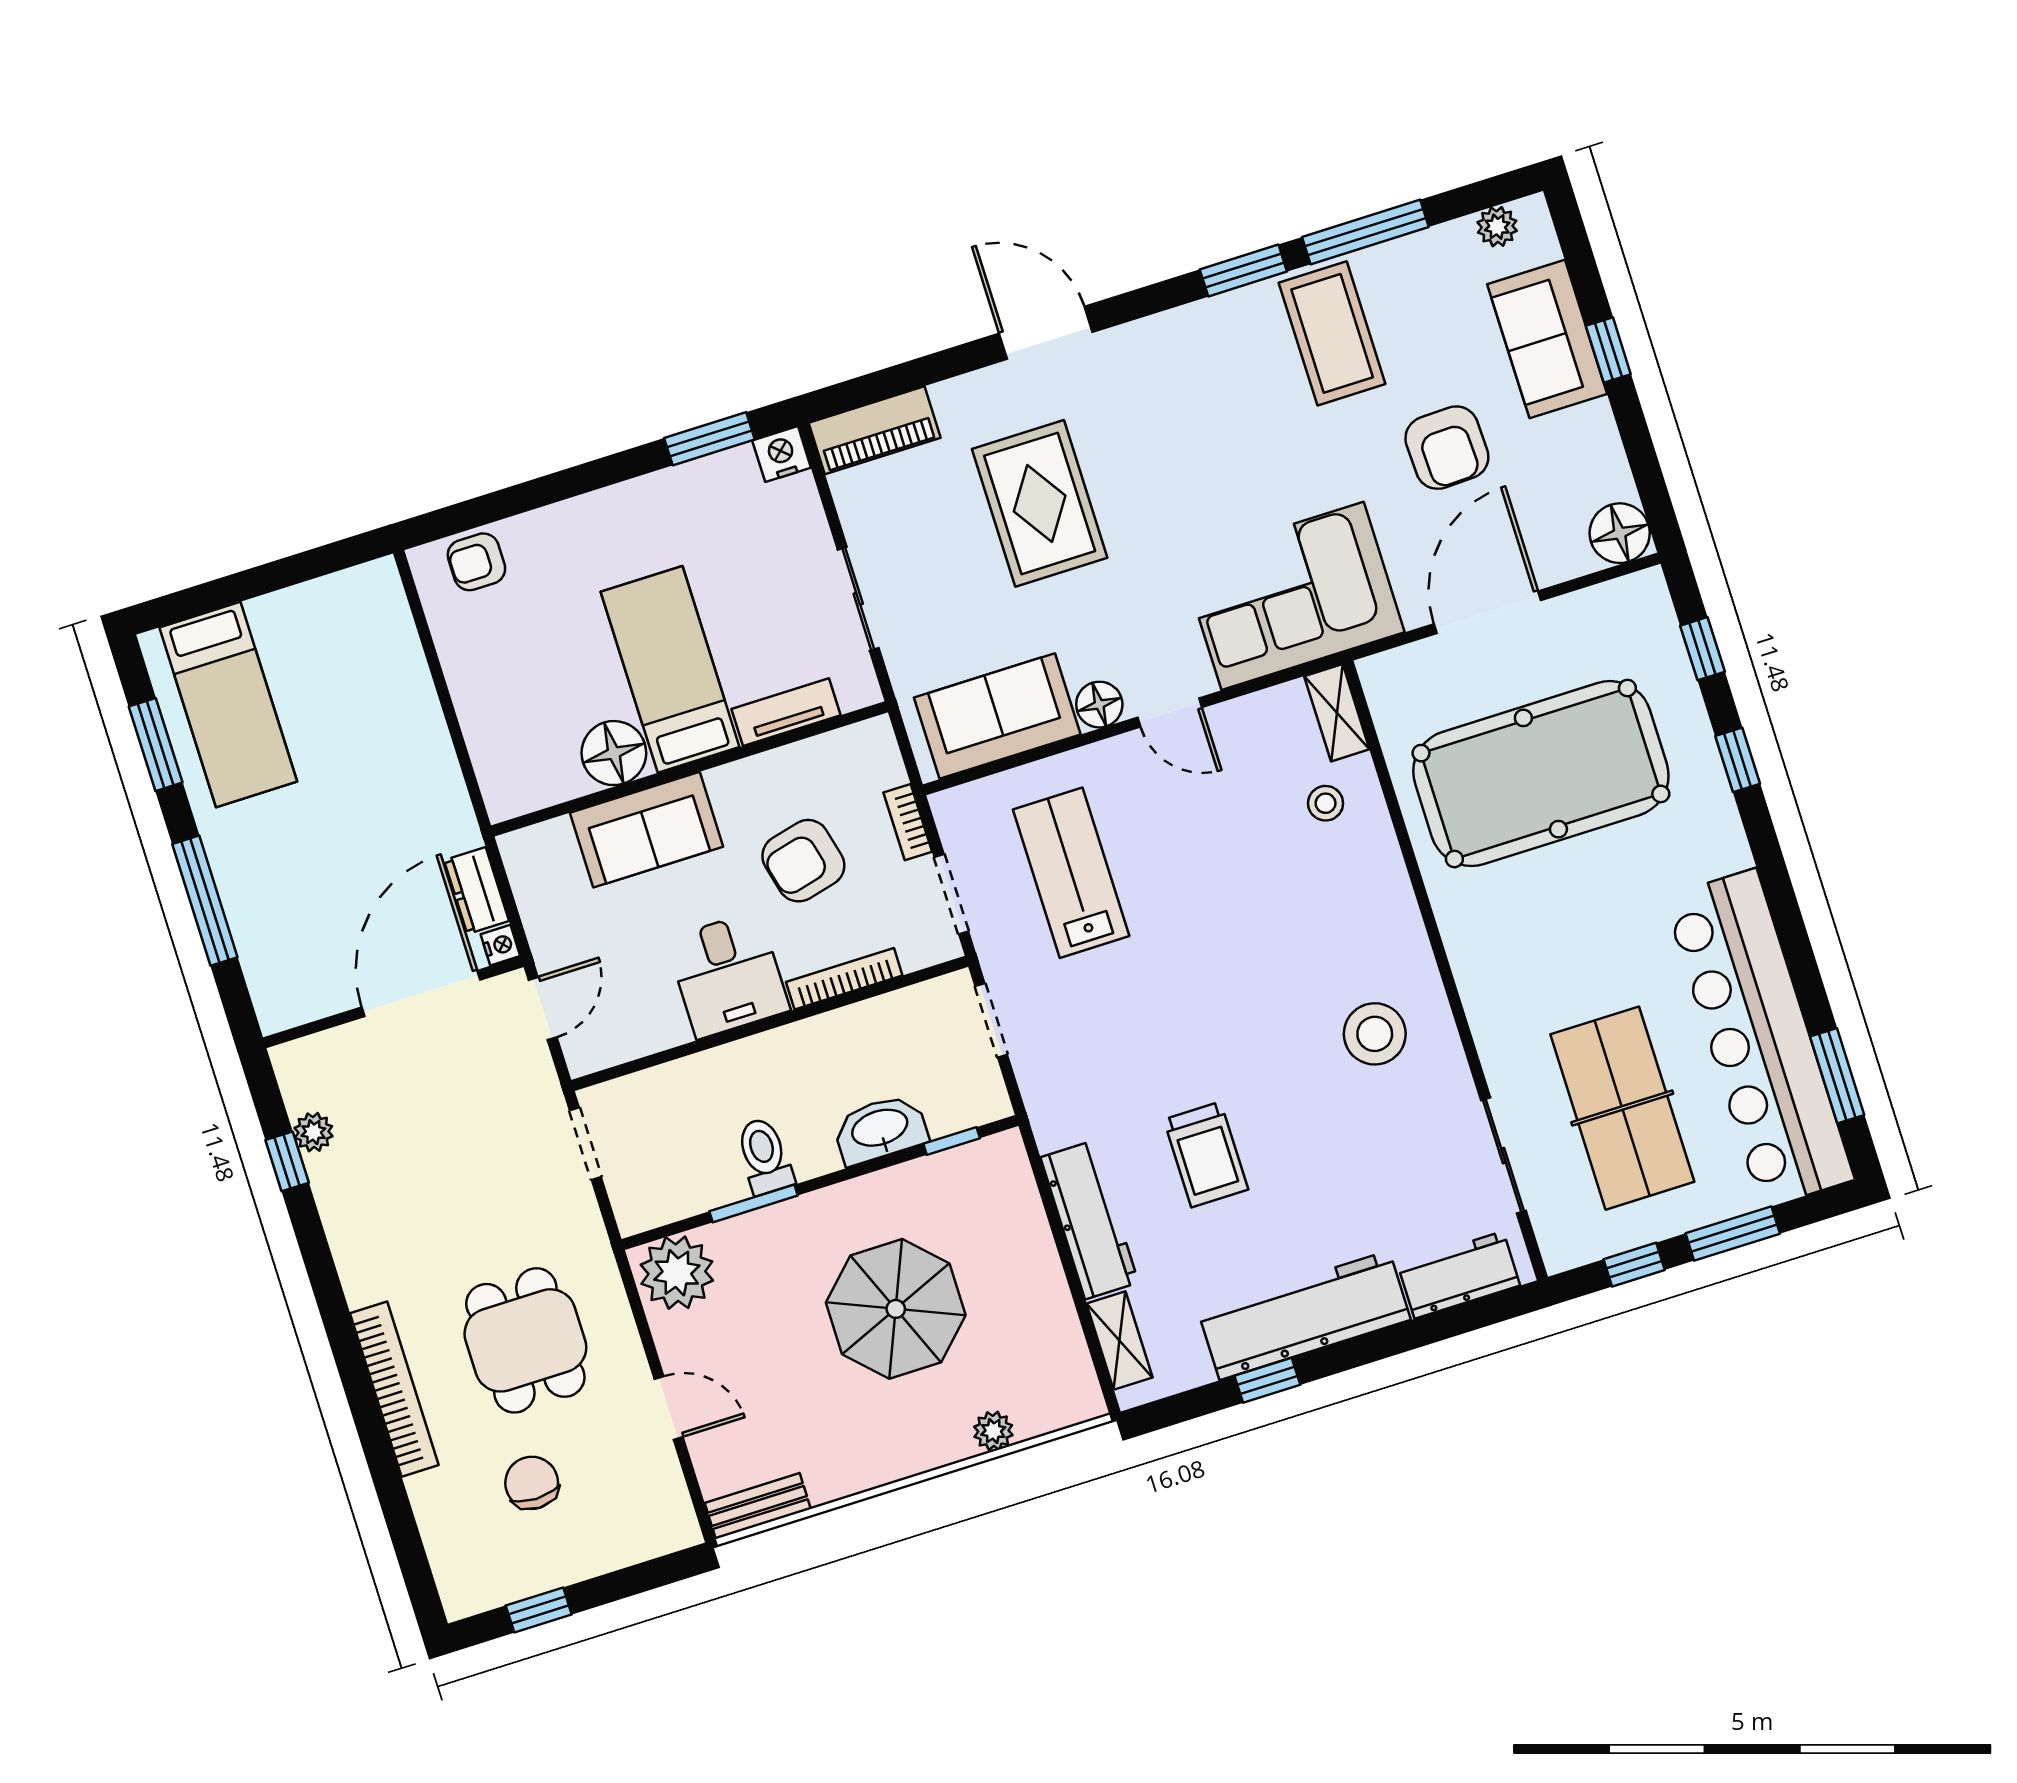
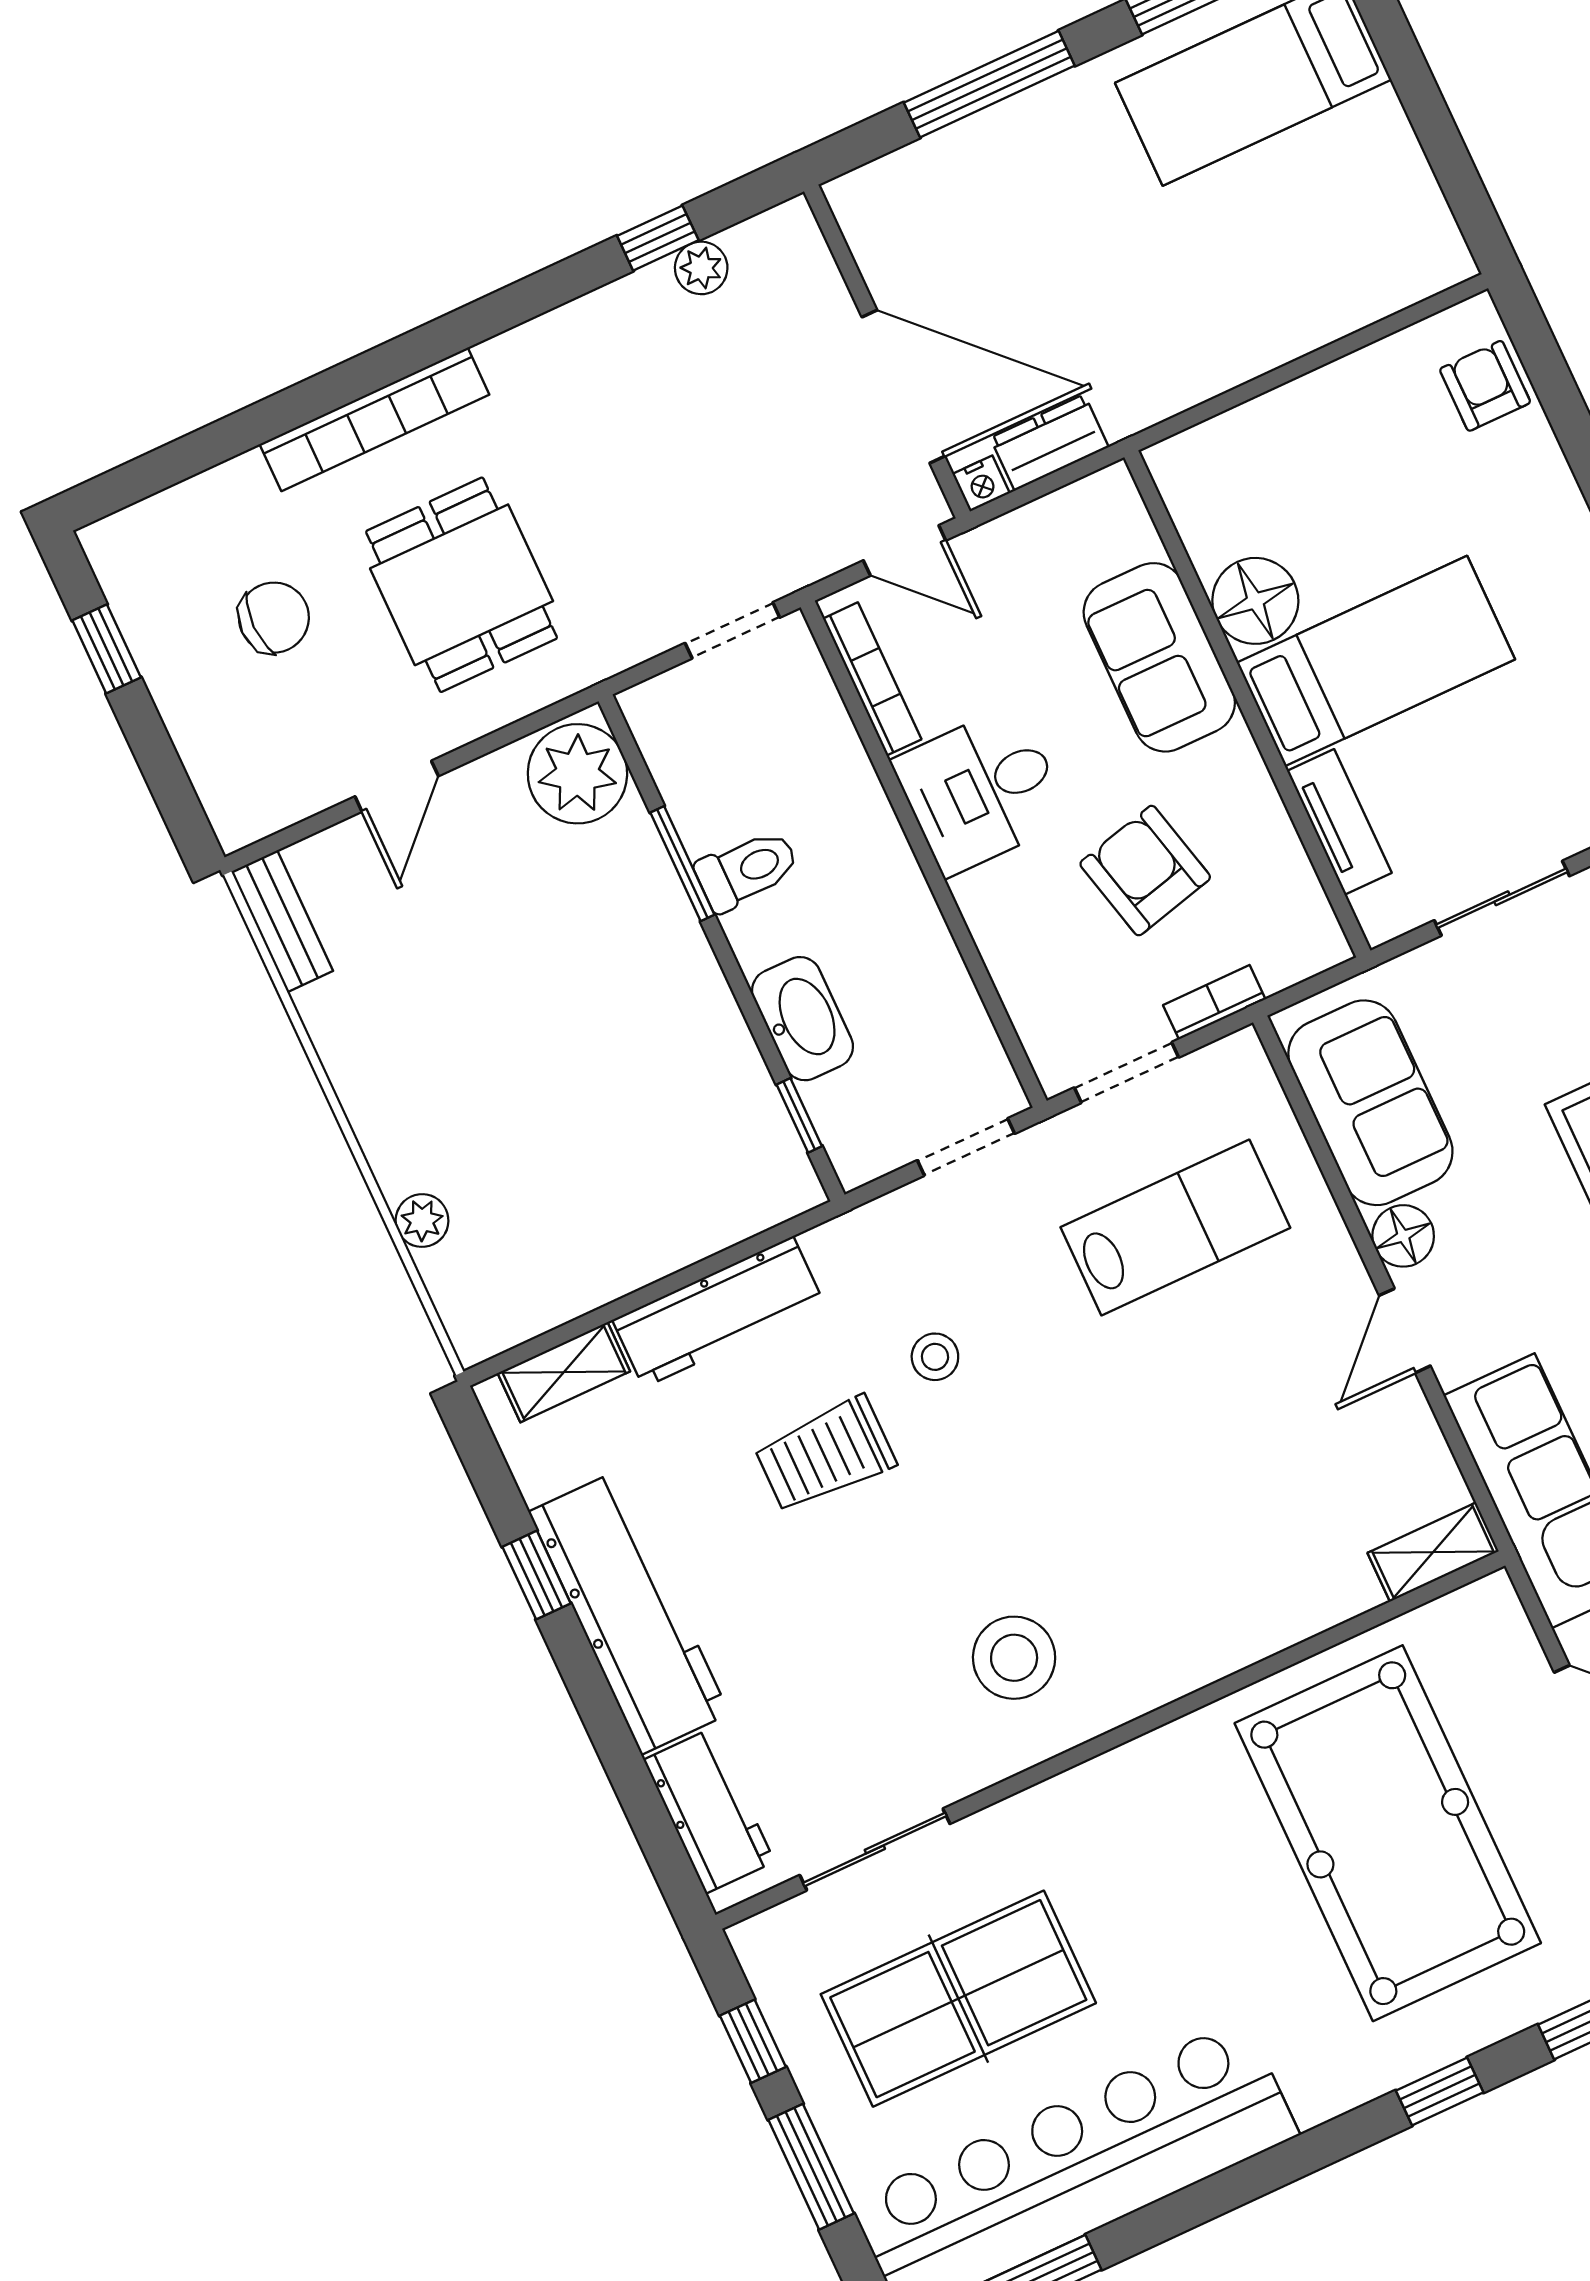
stool: (1326, 803) -> (935, 1357), moved
bookcase: (844, 979) -> (872, 679), moved
parasol: (896, 1309) -> (567, 1070), removed
dining table: (525, 1340) -> (462, 585), turned 90

